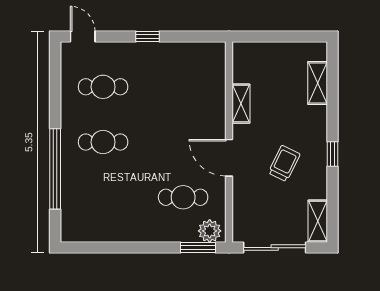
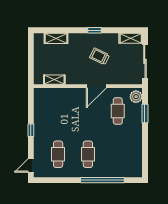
shelving: (241, 104) -> (54, 80), moved
window: (198, 248) -> (145, 114), moved

